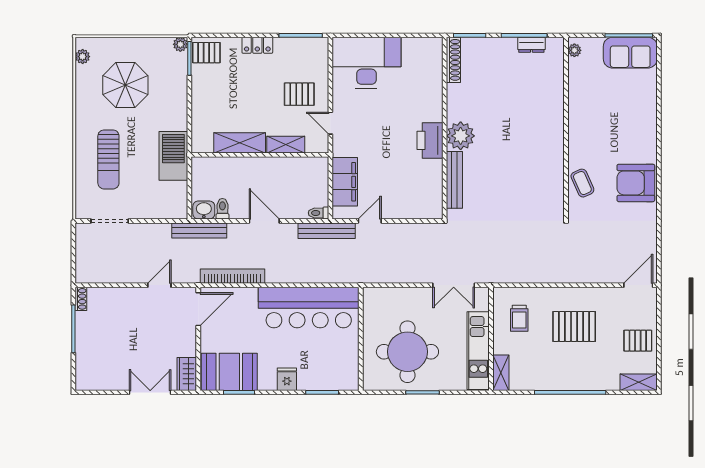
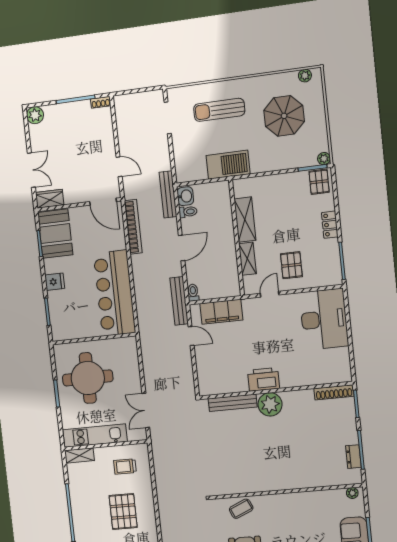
plant: (85, 380) -> (35, 115), added

